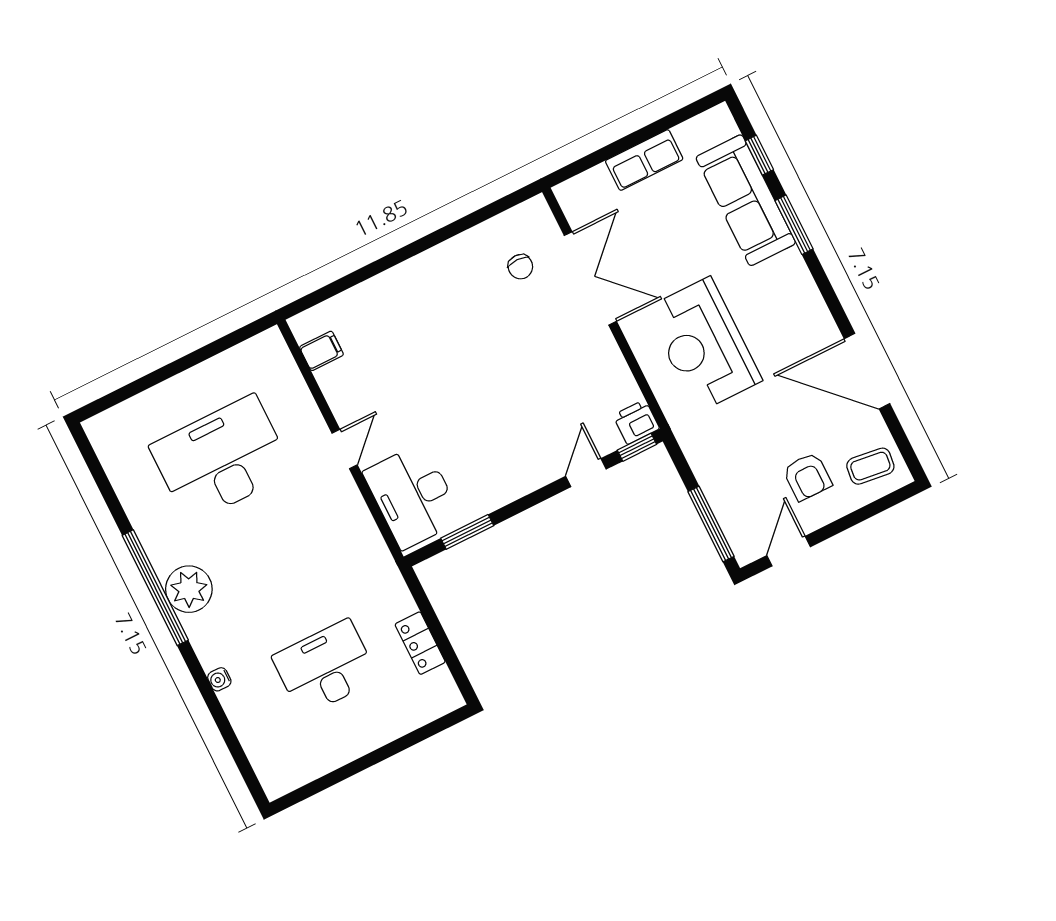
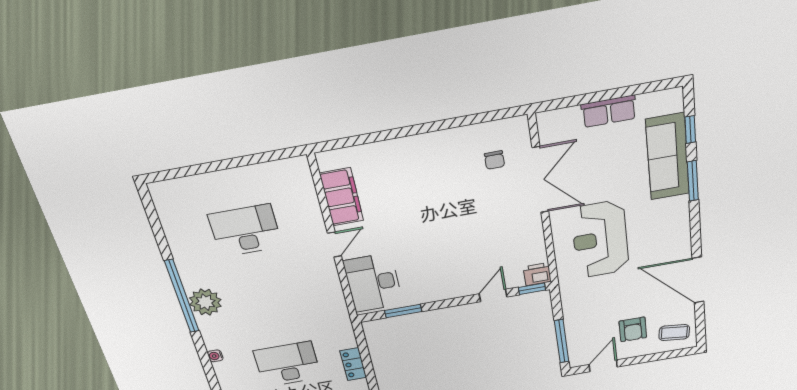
filing cabinet: (321, 351) -> (342, 197), width x3.00, depth x1.17
desk: (221, 459) -> (245, 231), width x0.73, depth x0.77

